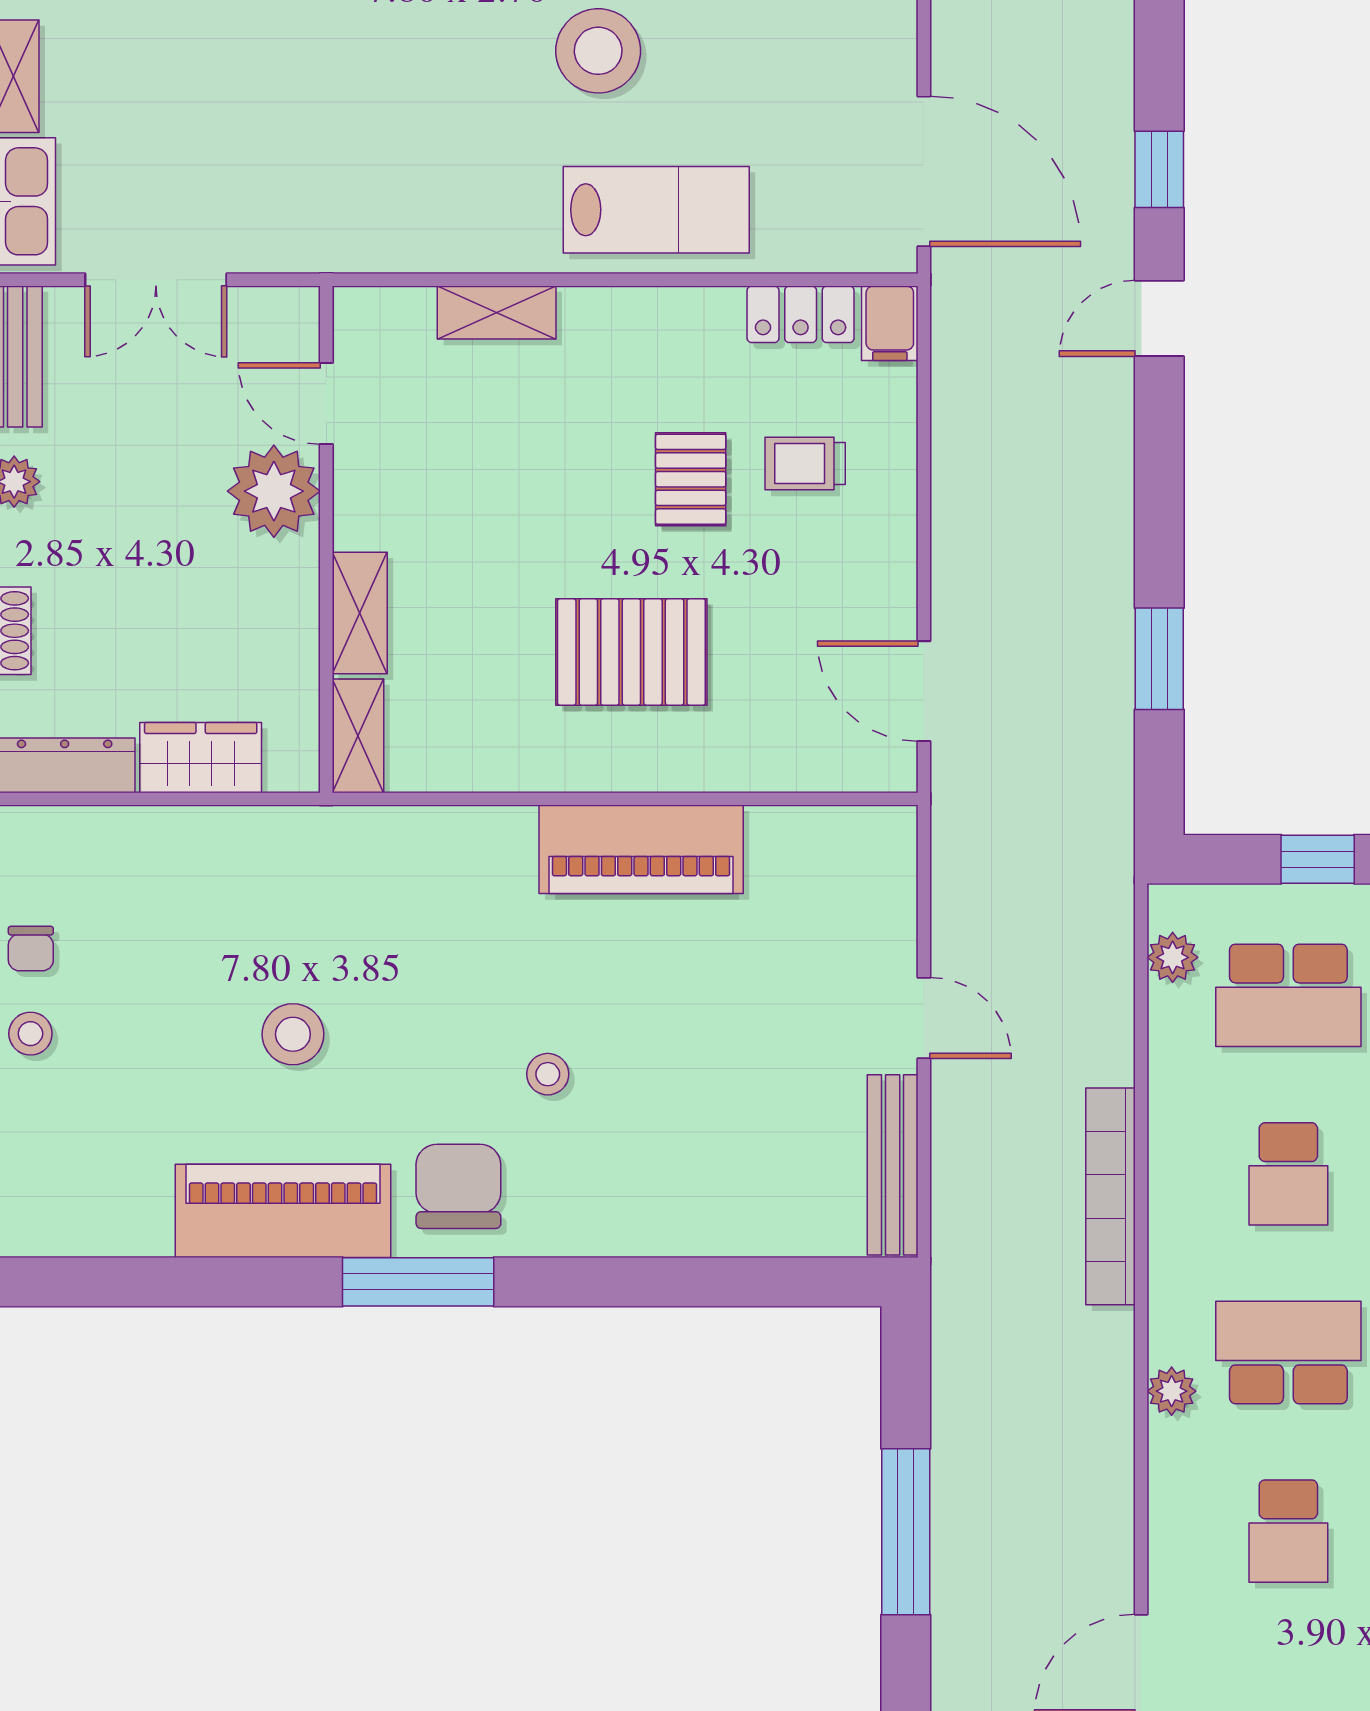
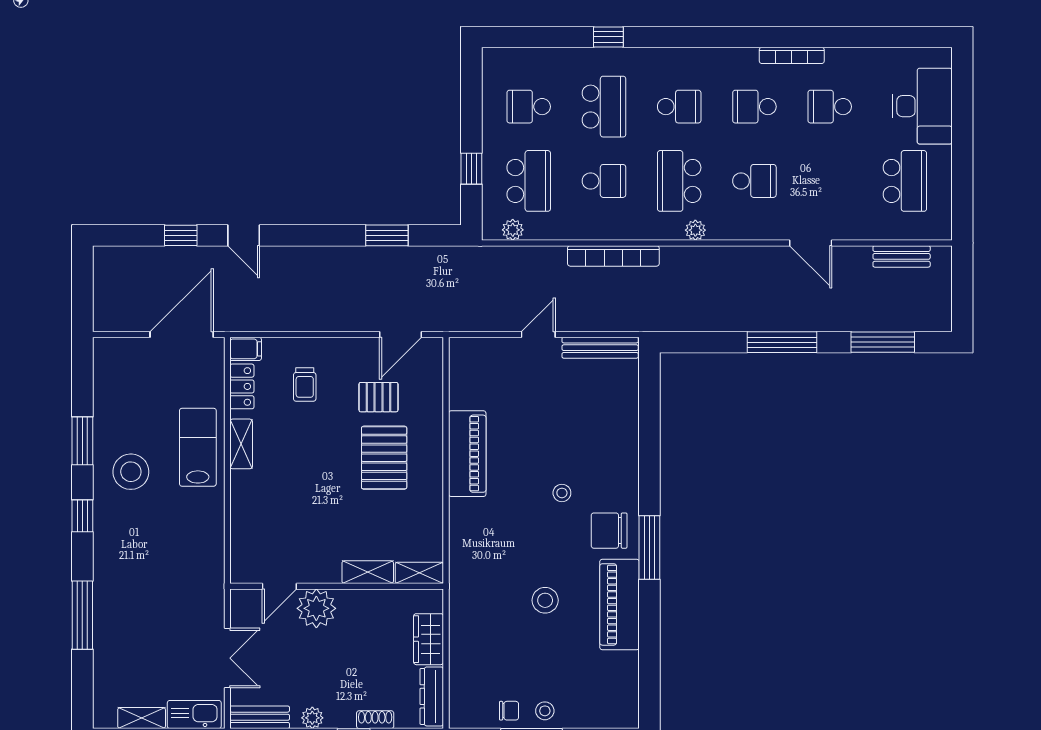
shelving: (497, 312) -> (241, 444), moved
pallet: (691, 479) -> (378, 397), moved
window: (906, 1532) -> (782, 342), moved

